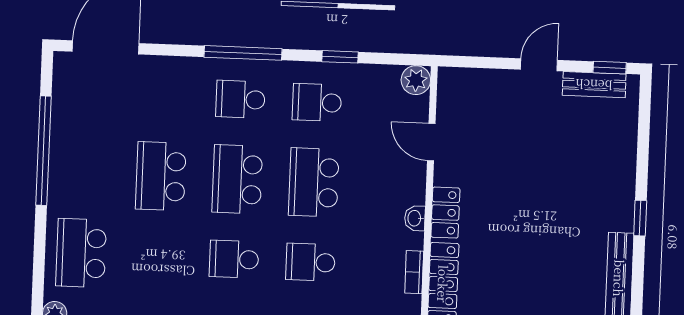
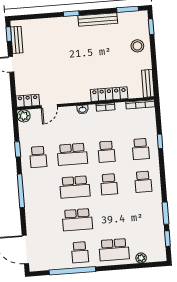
school desk: (240, 99) -> (80, 252), moved
locker: (445, 213) -> (28, 101), moved

